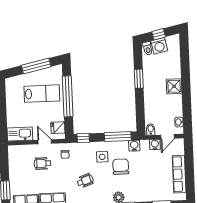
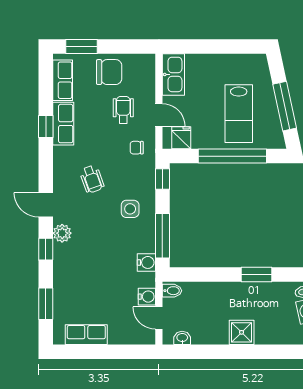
door: (45, 142) -> (159, 115), hinge flipped
chair: (121, 167) -> (109, 72), moved
row of seats: (179, 174) -> (86, 335), width x0.68

